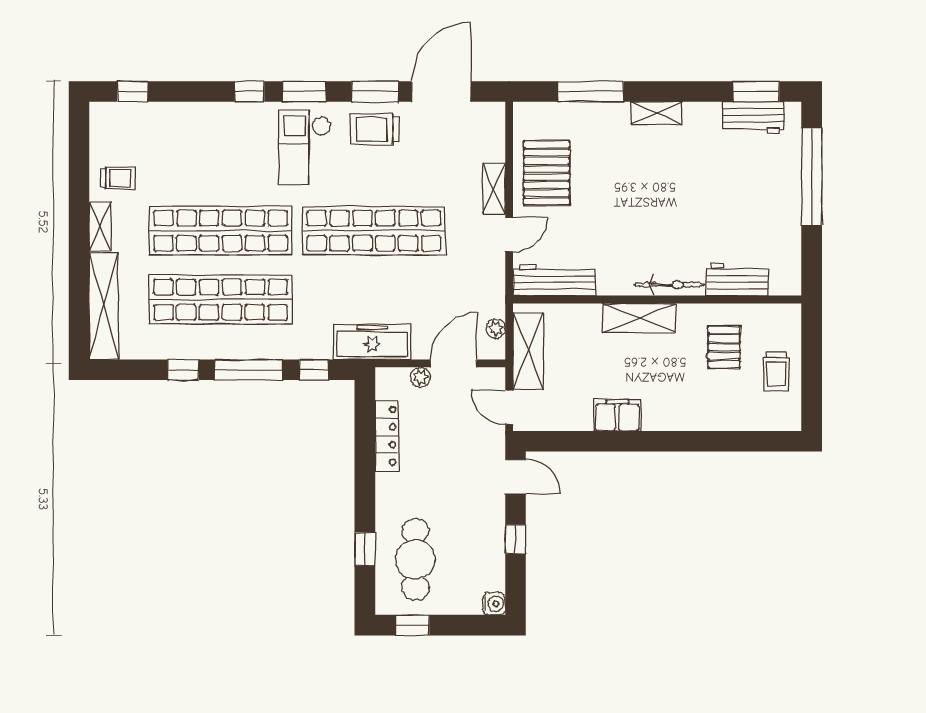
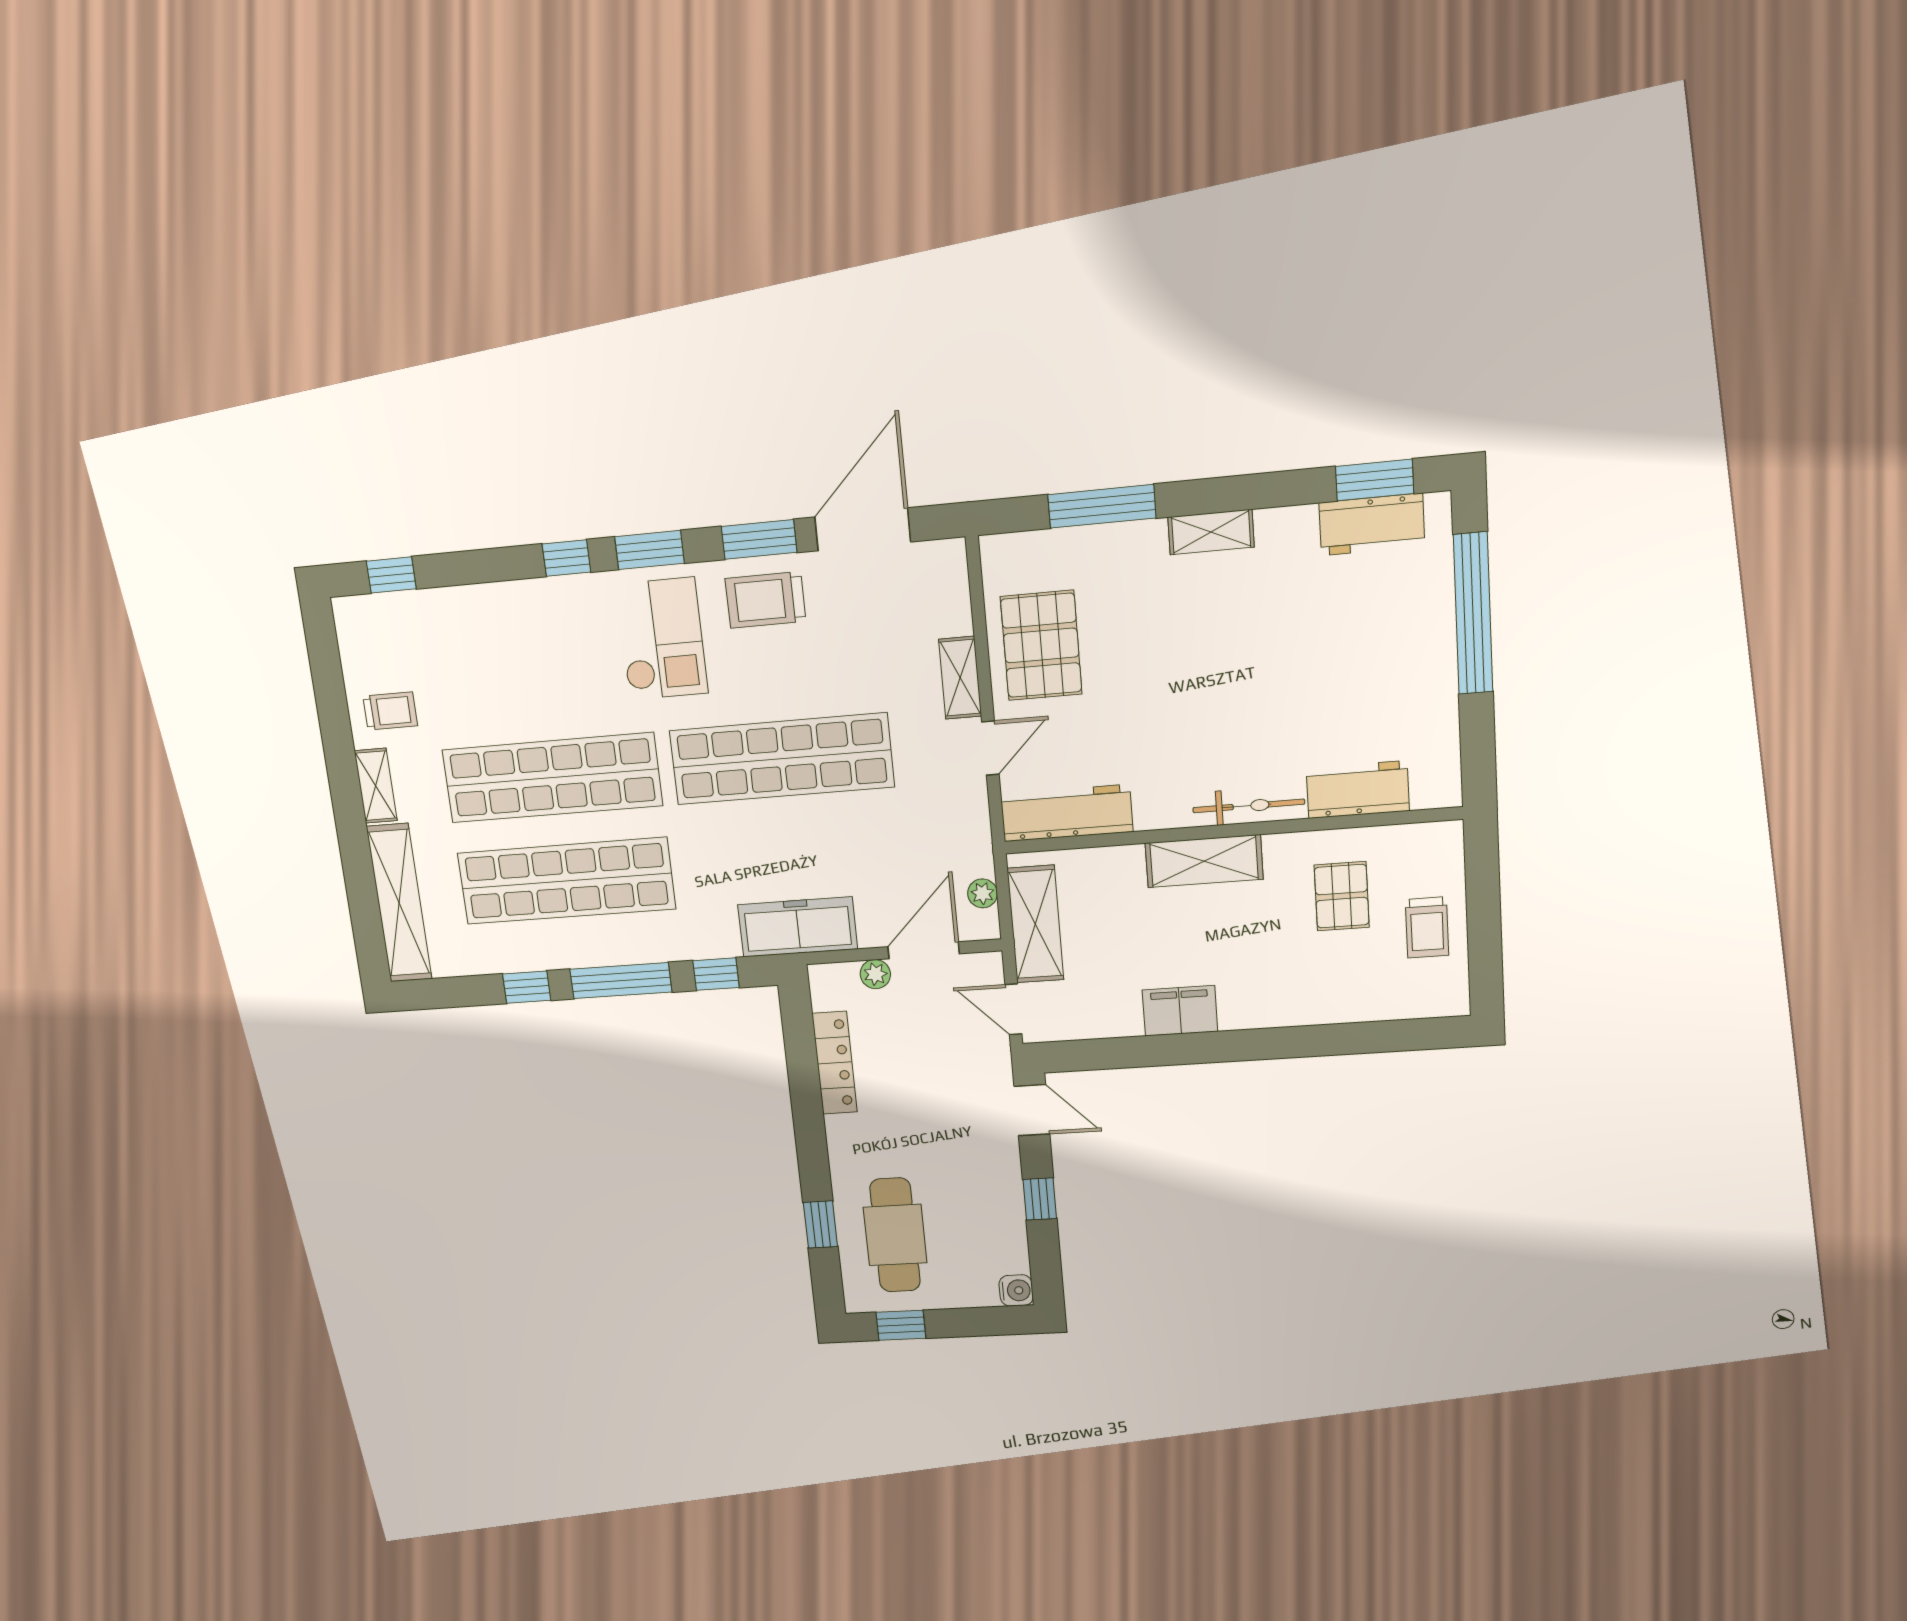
checkout: (305, 148) -> (662, 639), turned 180

